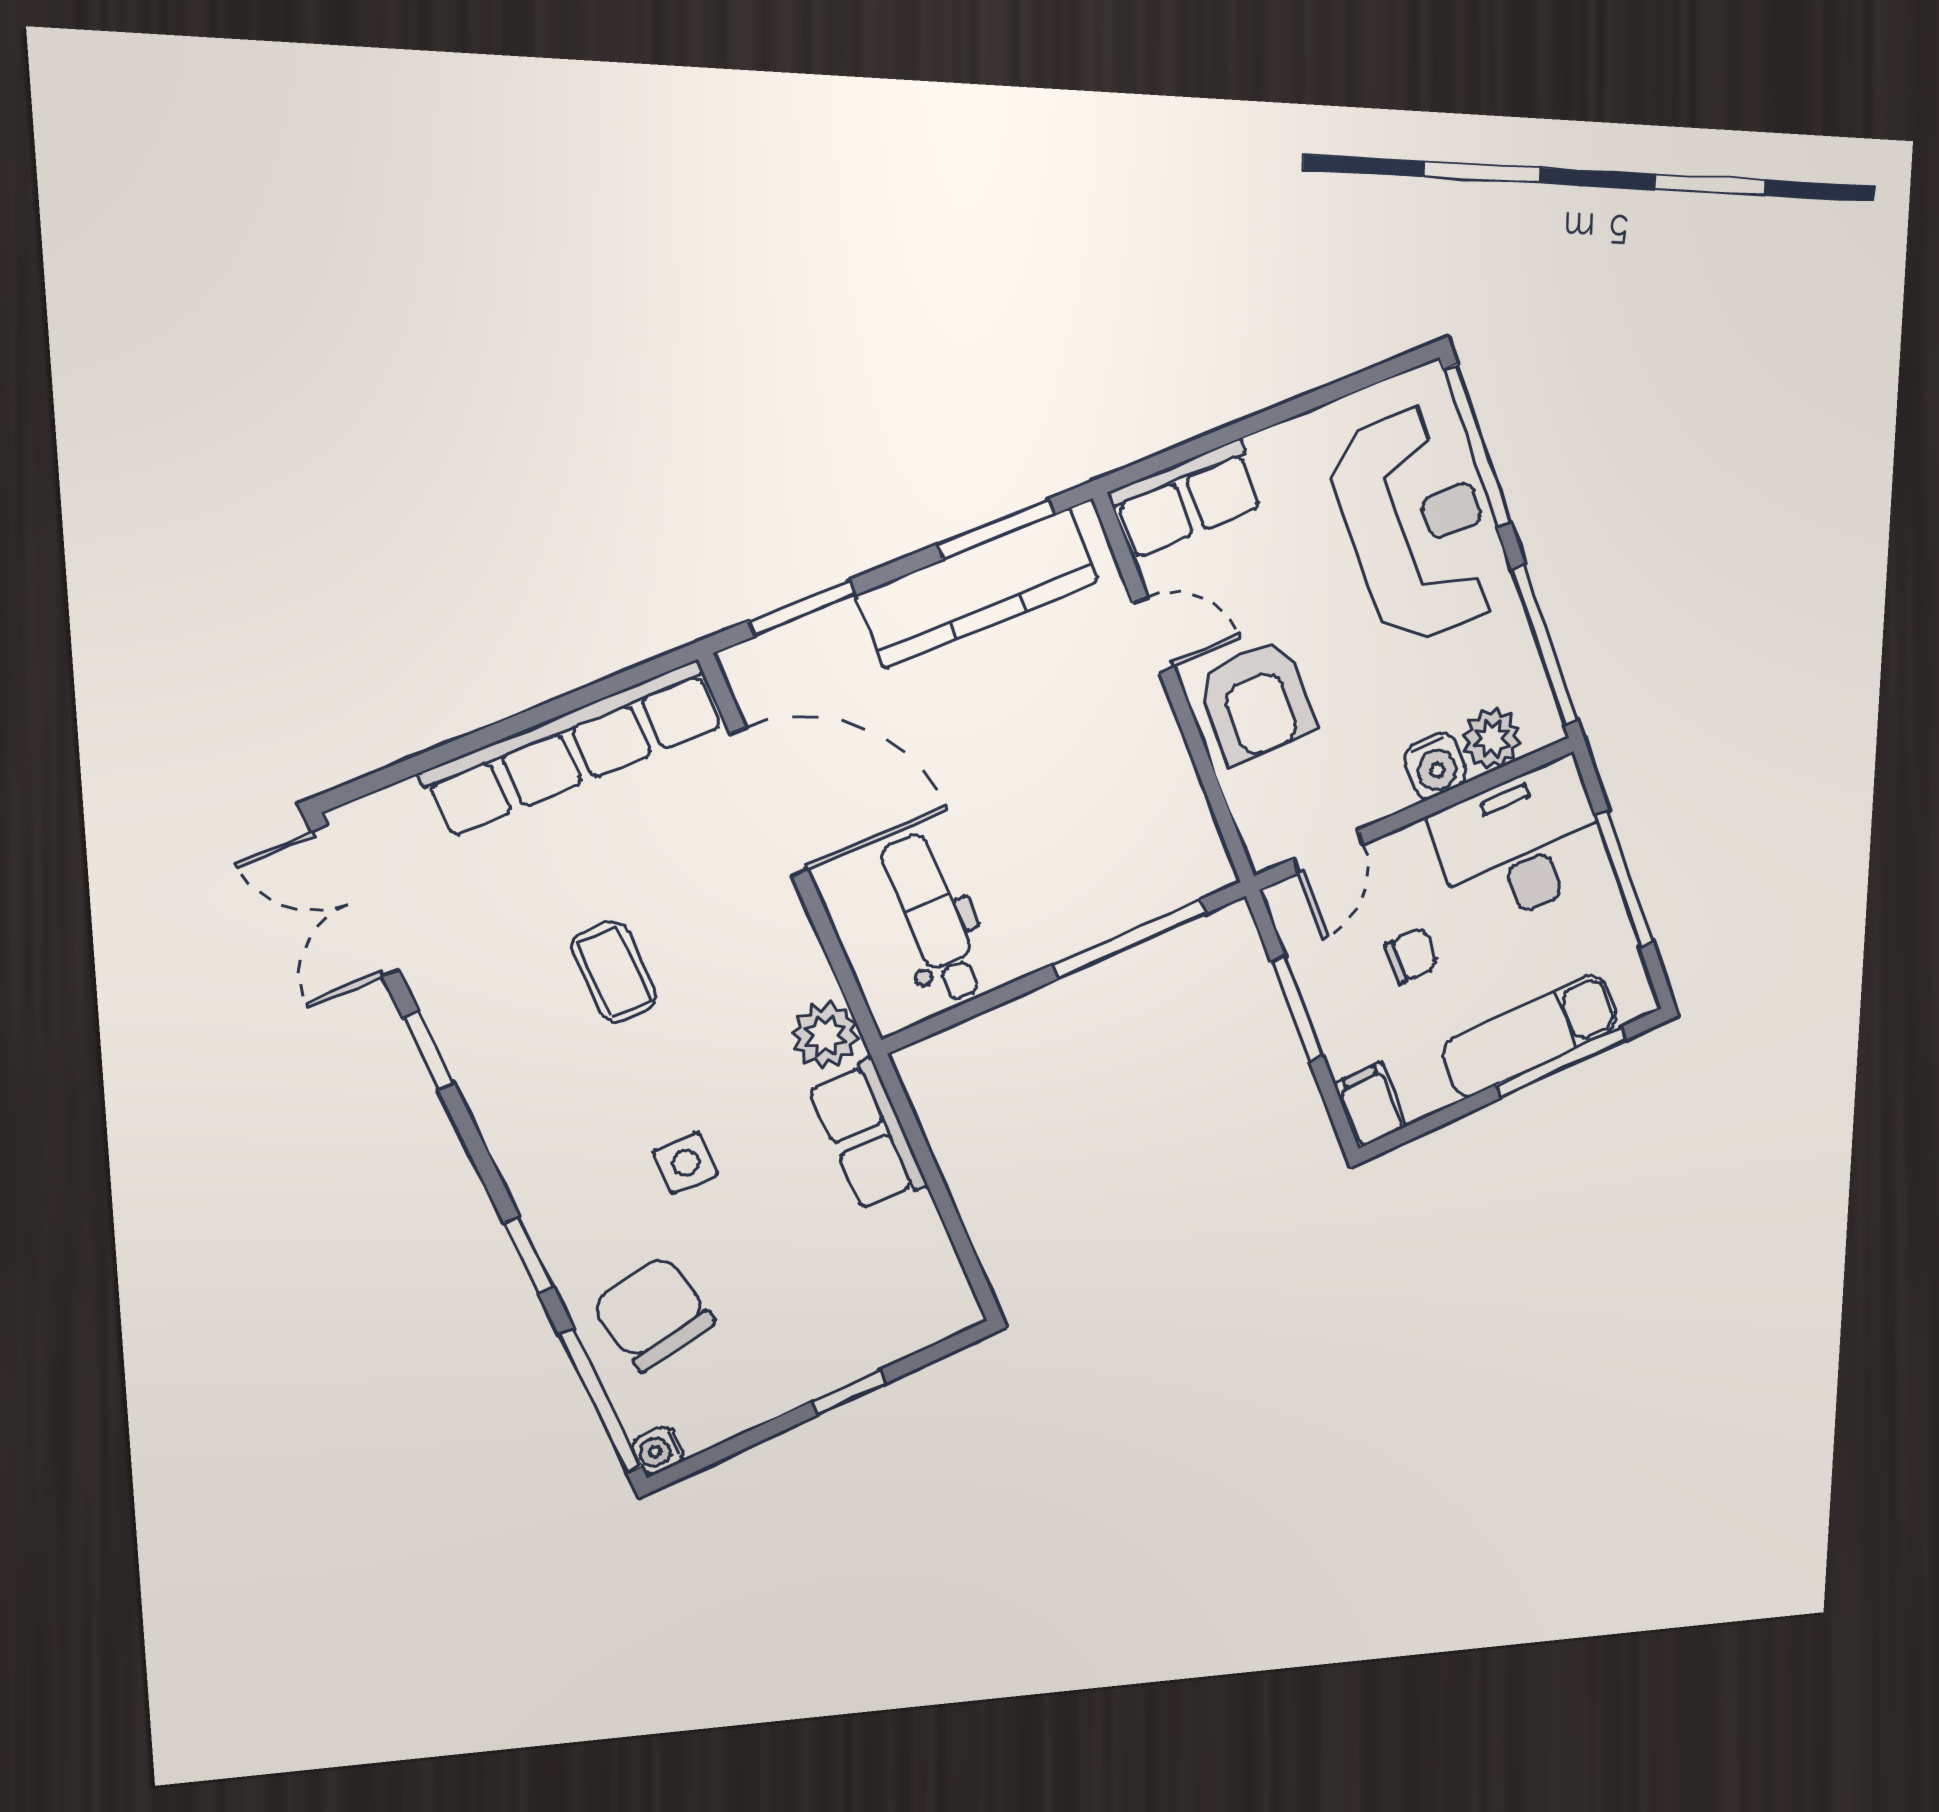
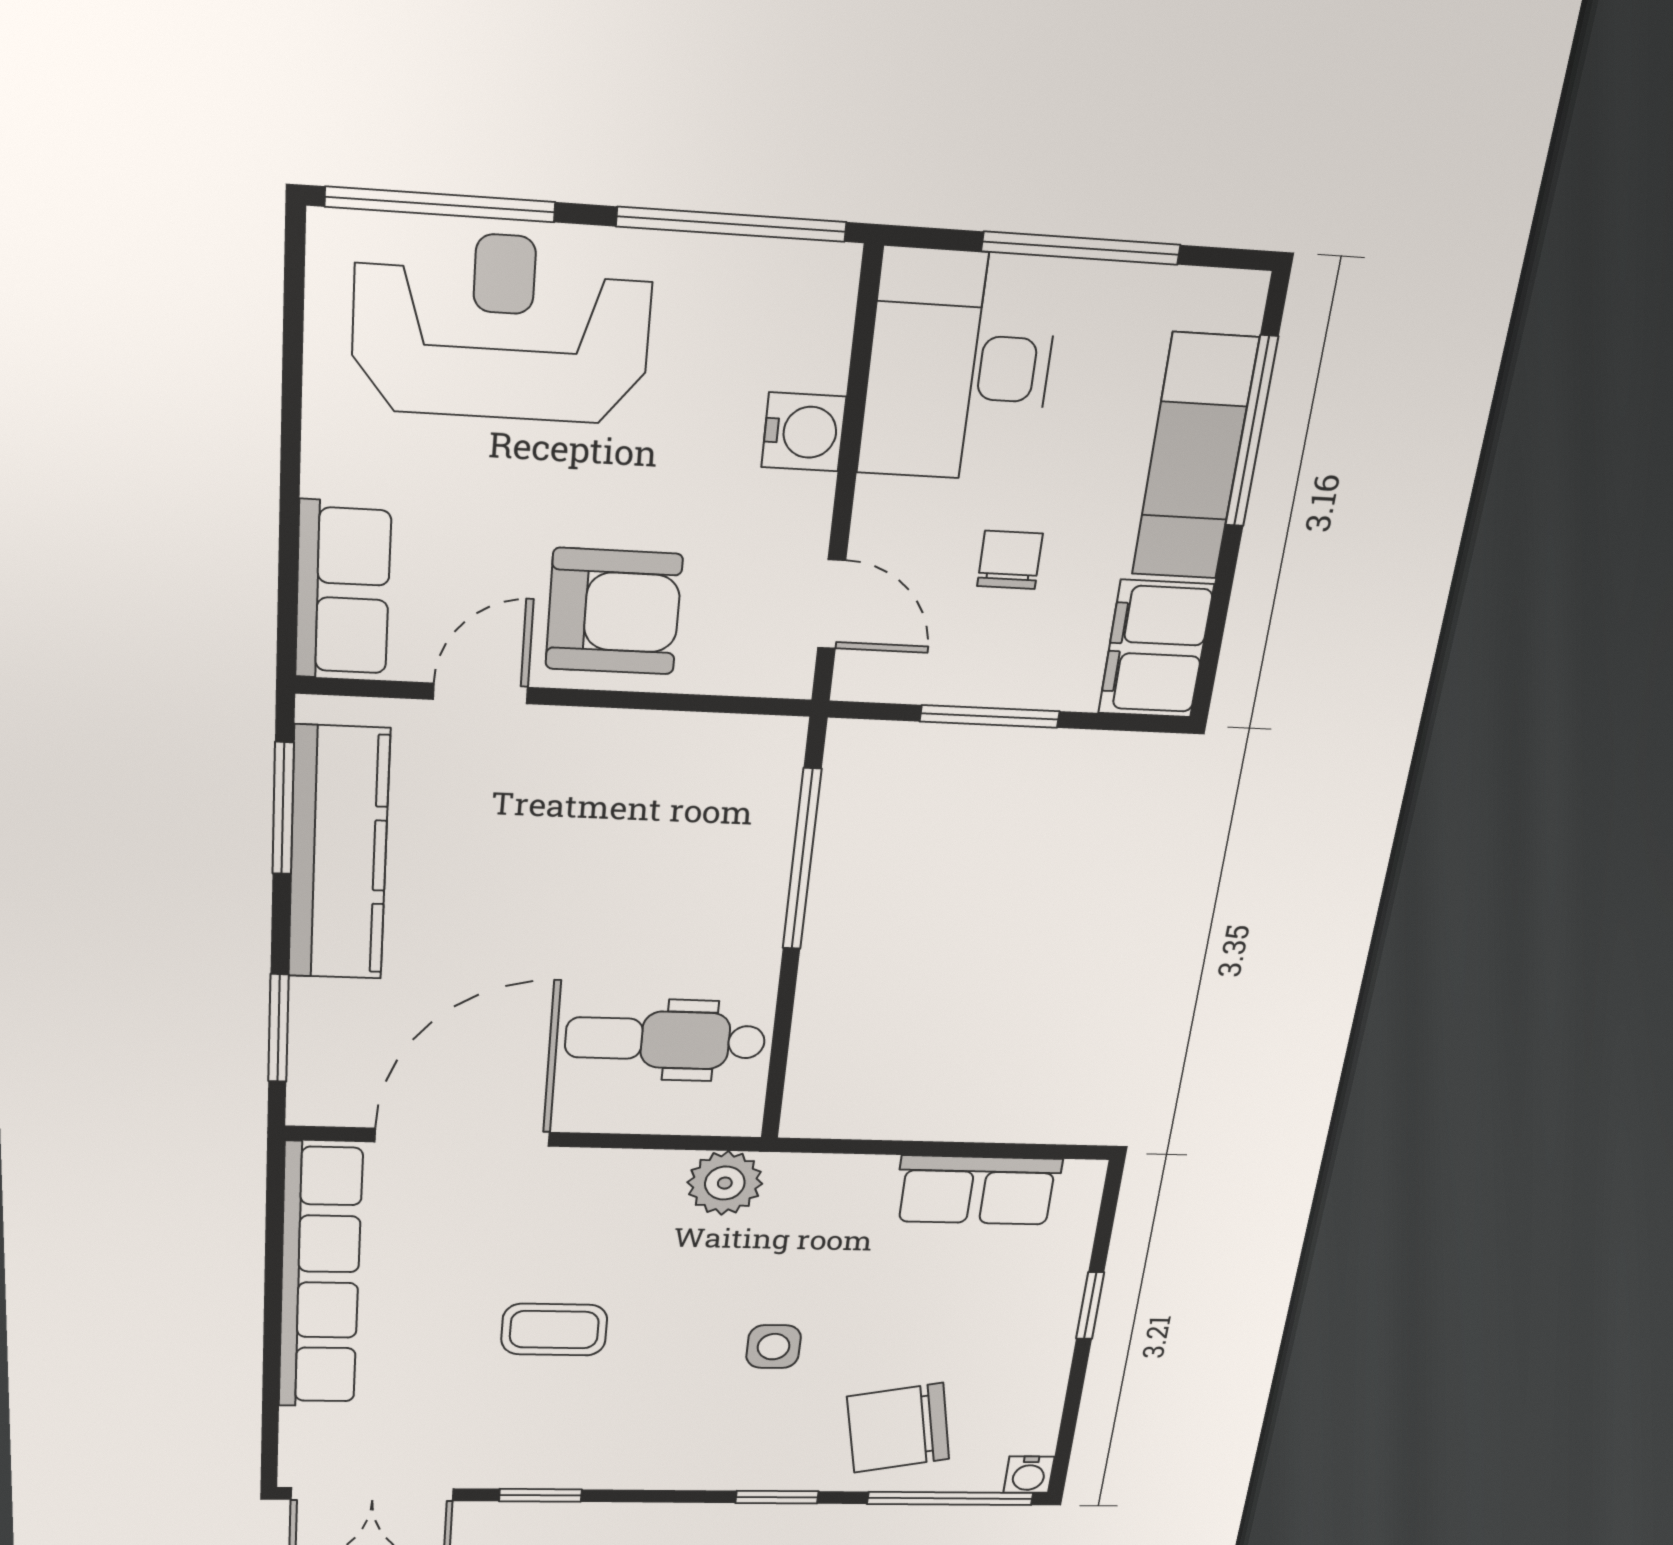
plant: (1492, 739) -> (810, 346), removed
filing cabinet: (1370, 1105) -> (1156, 649), width x2.00
row of seats: (868, 1136) -> (978, 1190), moved

